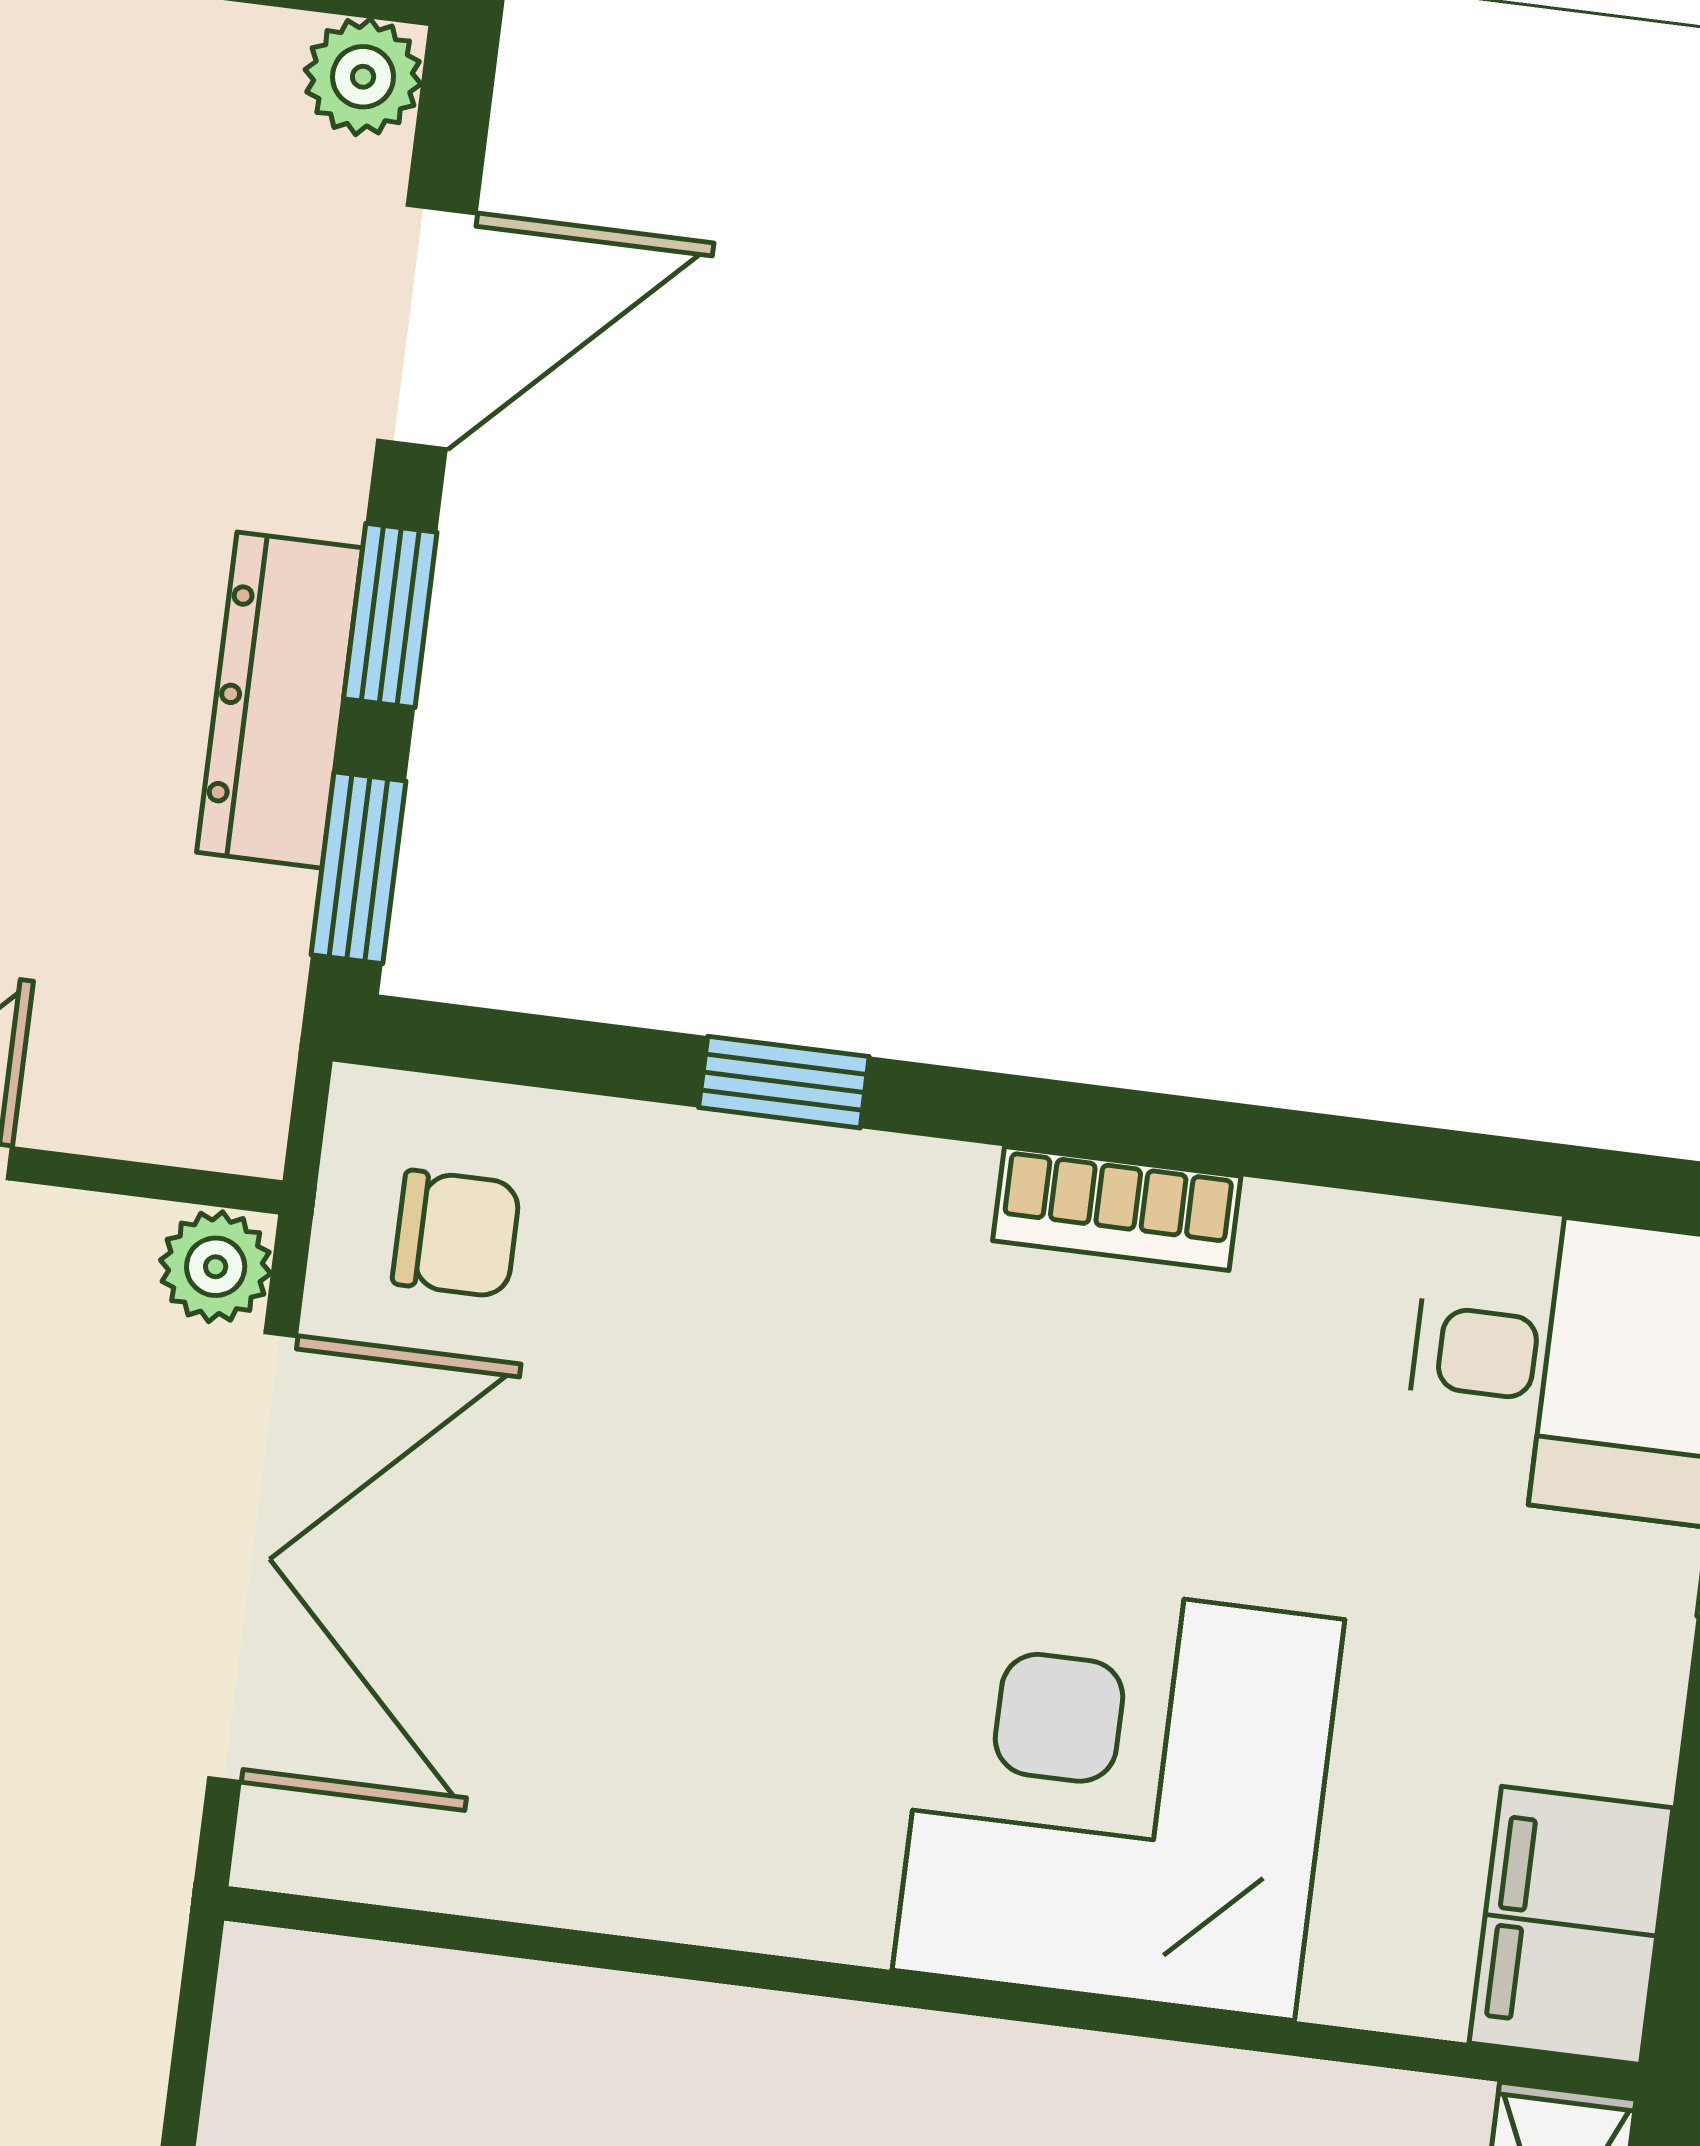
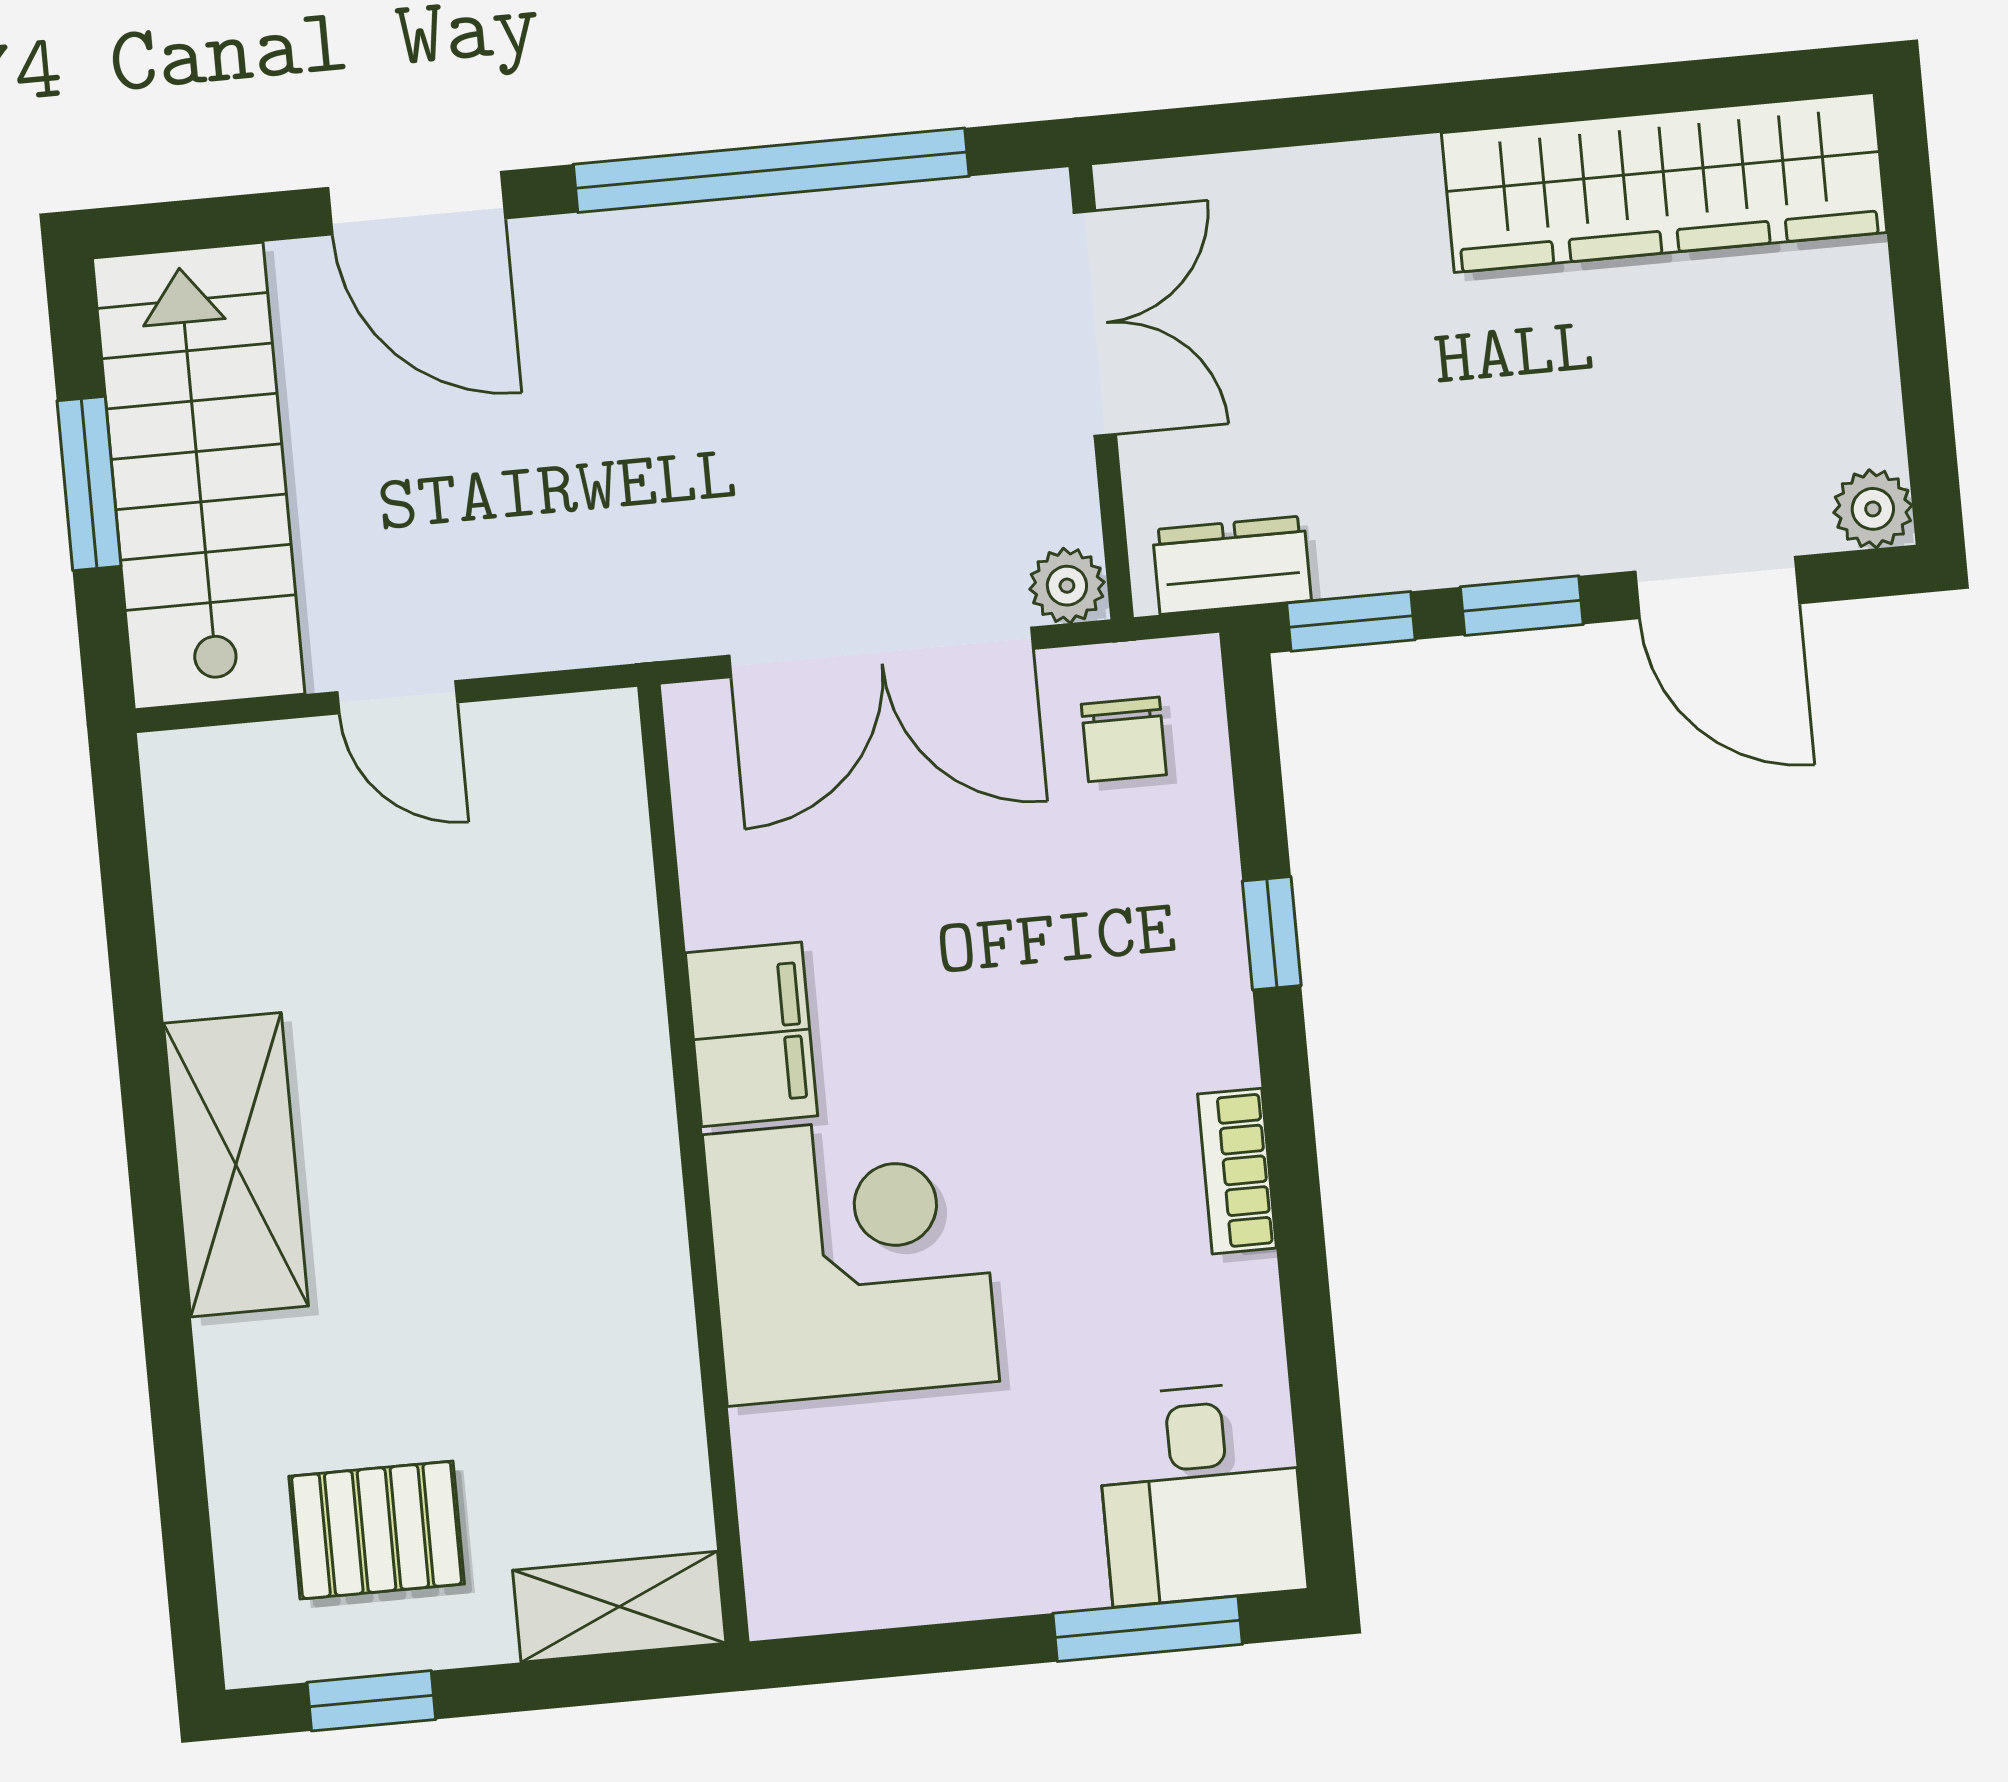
dresser: (280, 700) -> (1232, 565), moved, width x0.70
filing cabinet: (1571, 1925) -> (751, 1034), moved, turned 90

